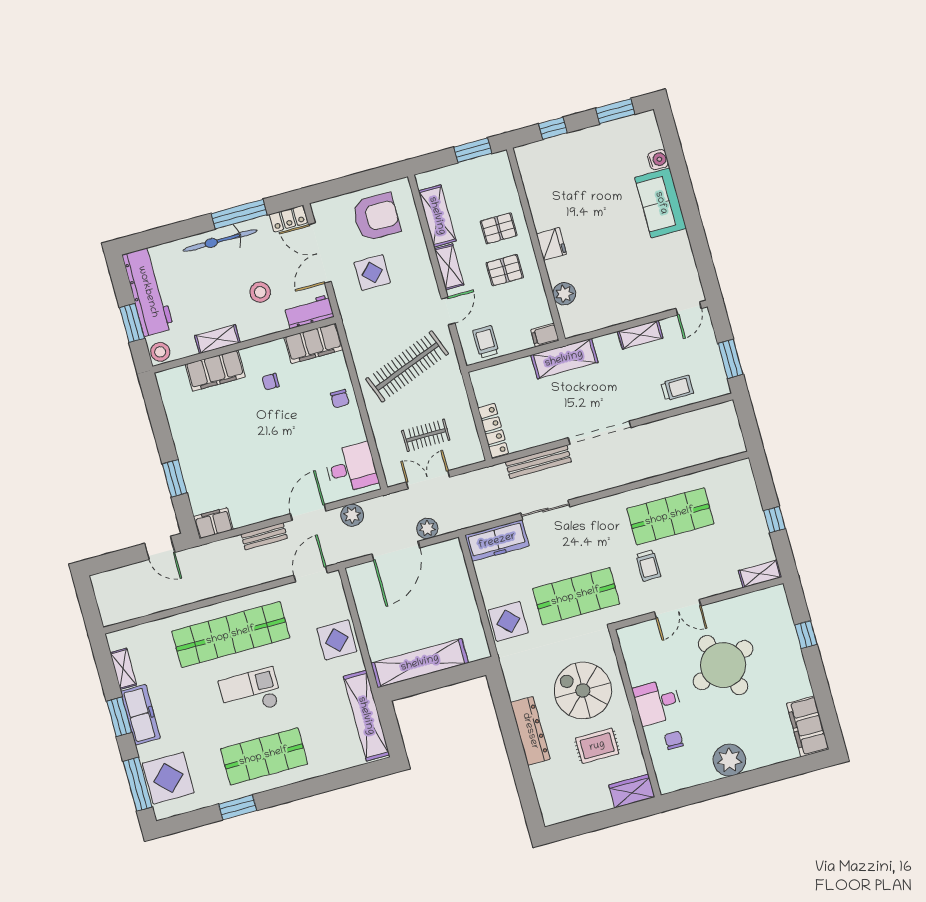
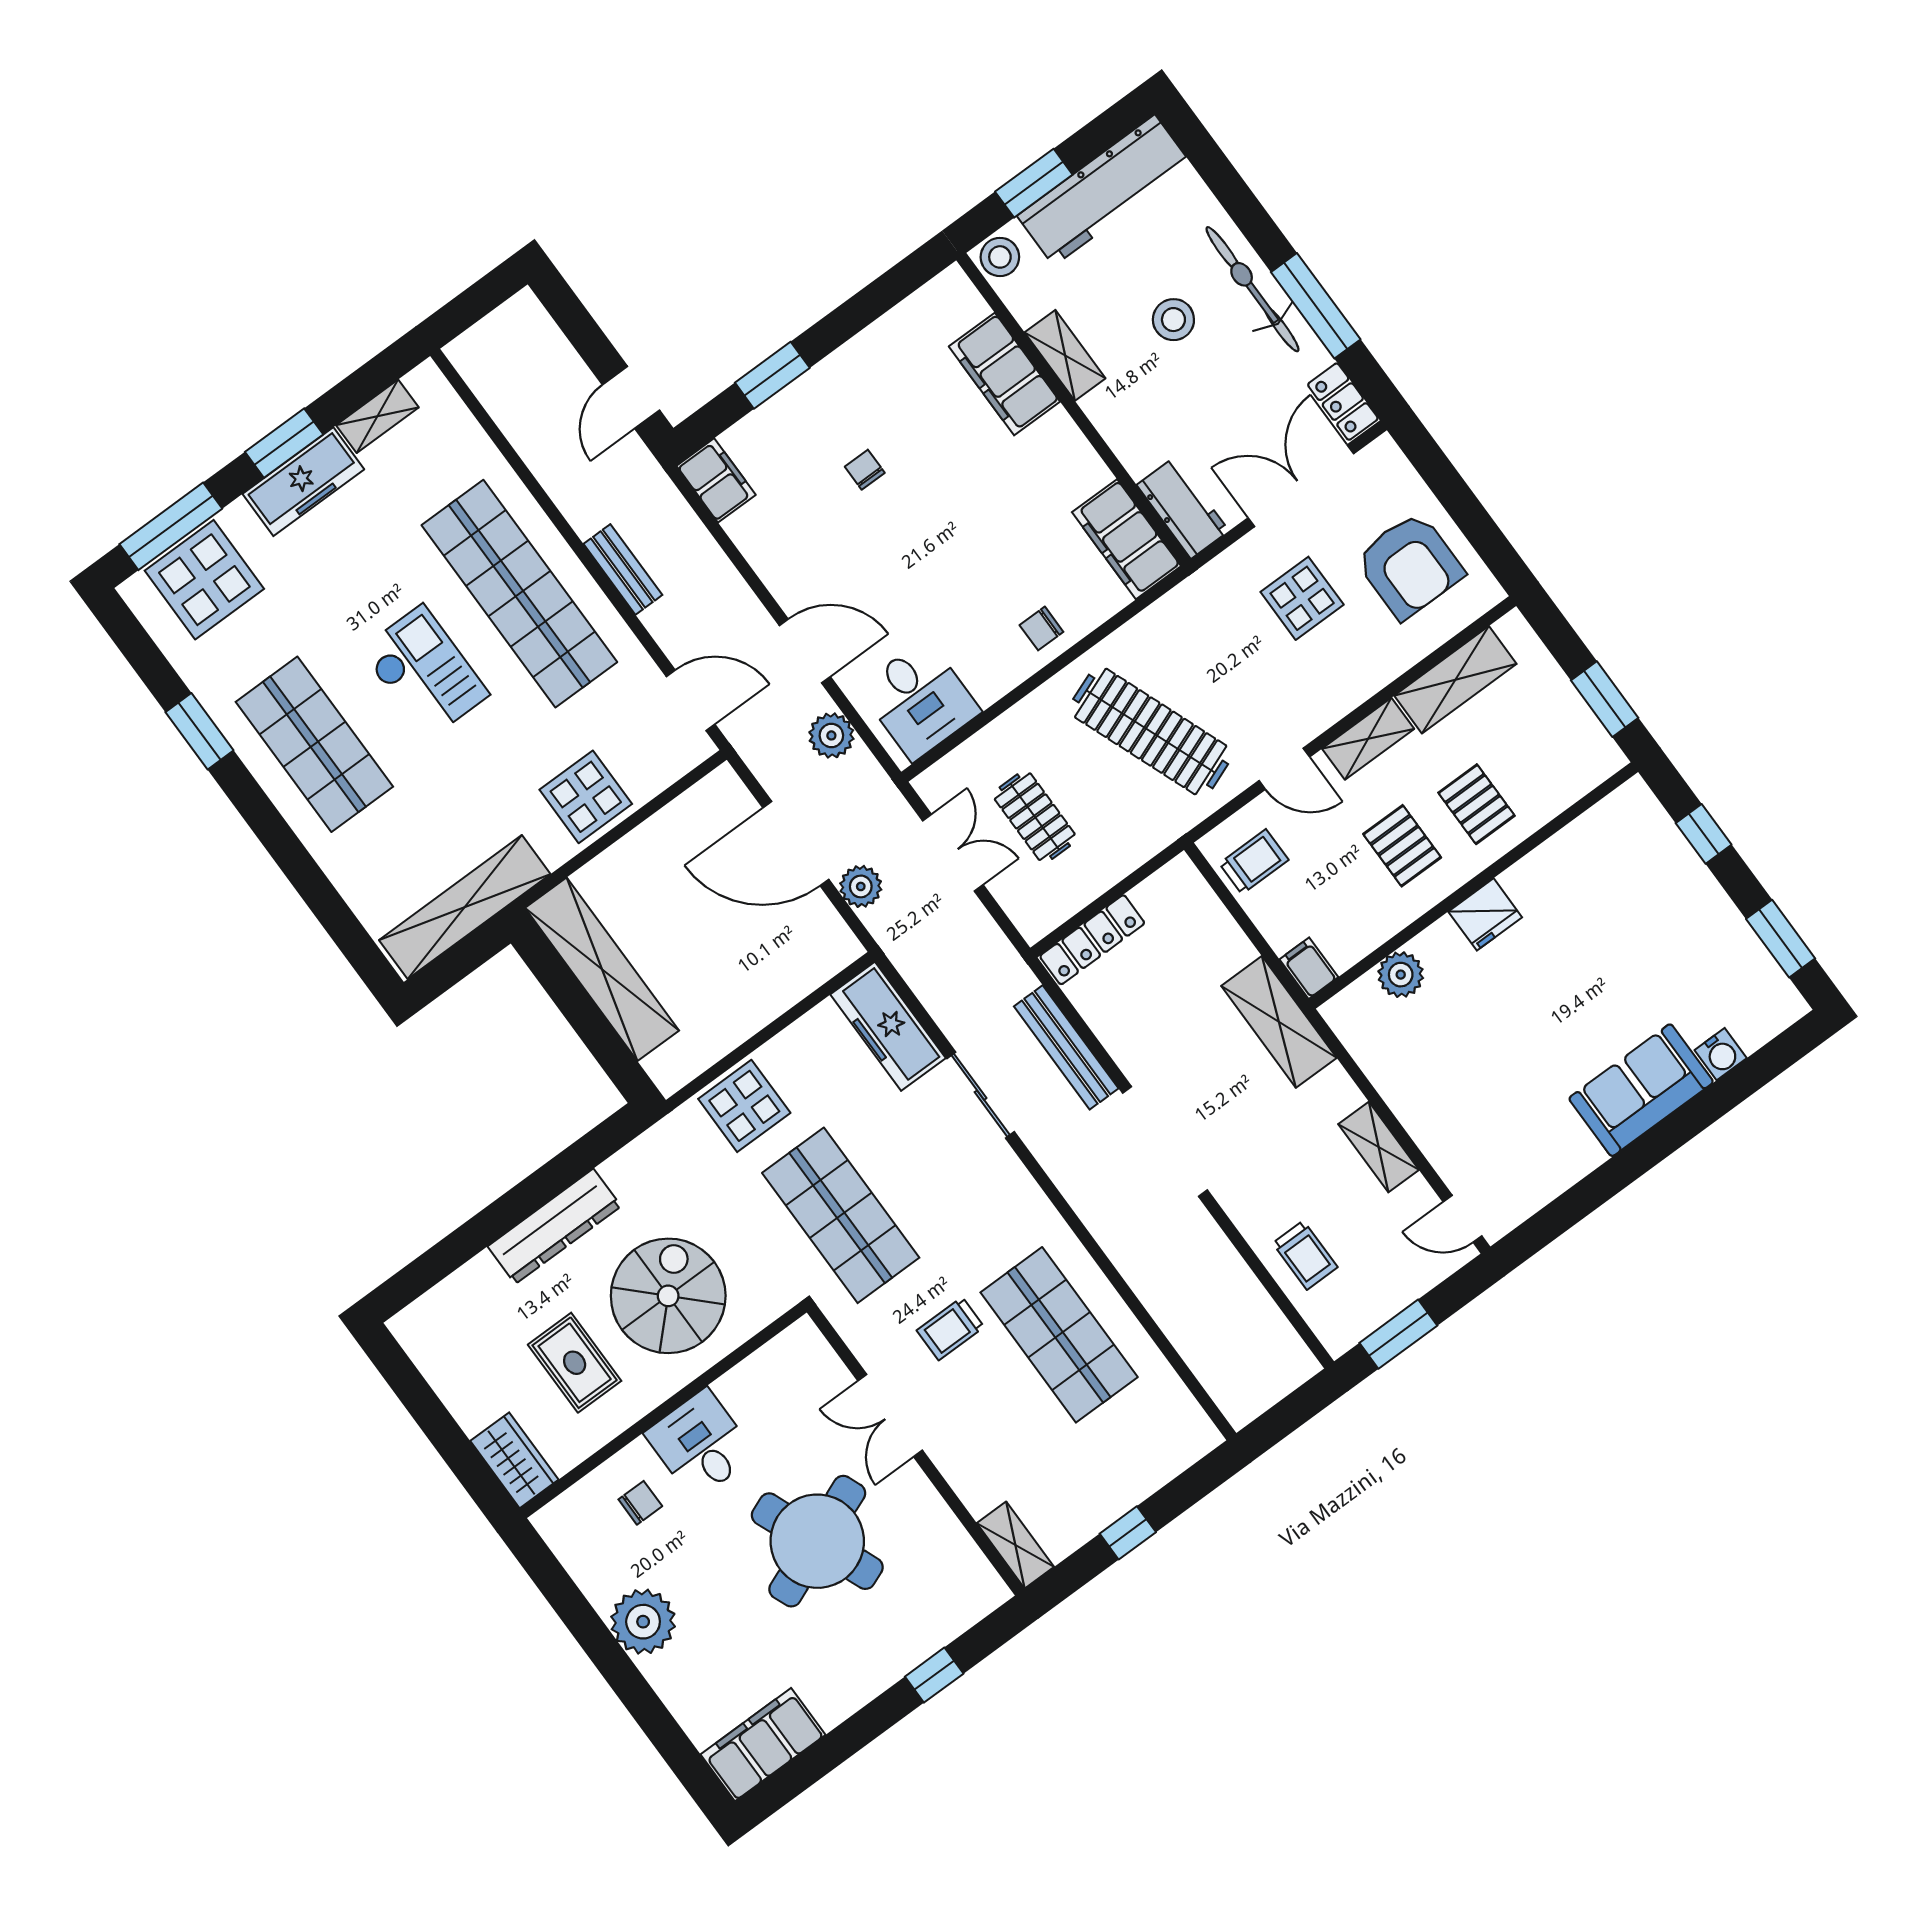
stool: (260, 292) -> (1173, 320), moved
chair: (271, 382) -> (865, 470), moved
bench: (264, 536) -> (623, 569), moved

